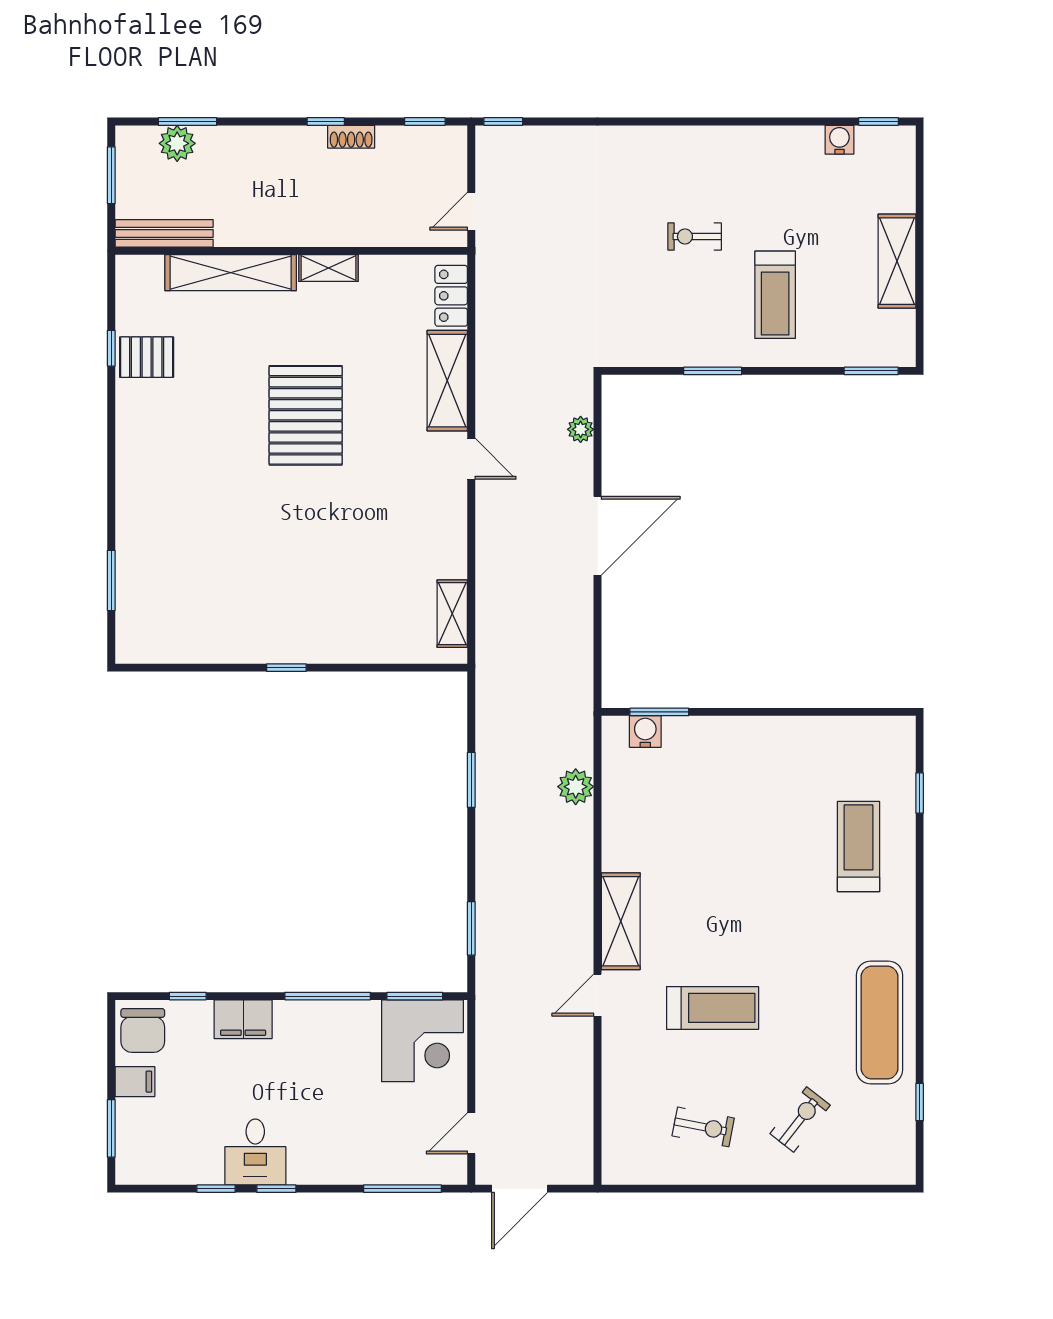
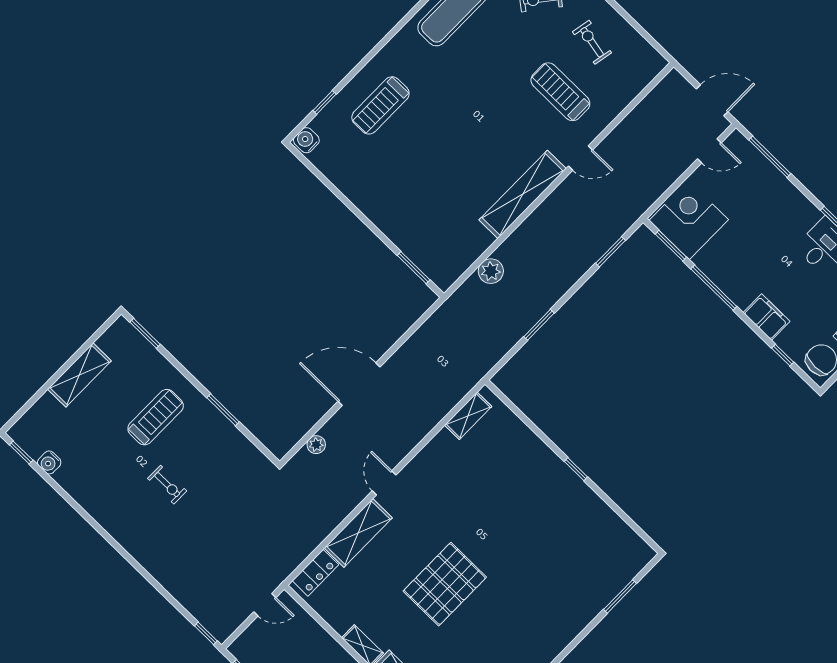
water cooler: (645, 732) -> (306, 140), moved, turned 90
shelving: (621, 921) -> (523, 194), width x1.47
treadmill: (713, 1008) -> (560, 92), moved

